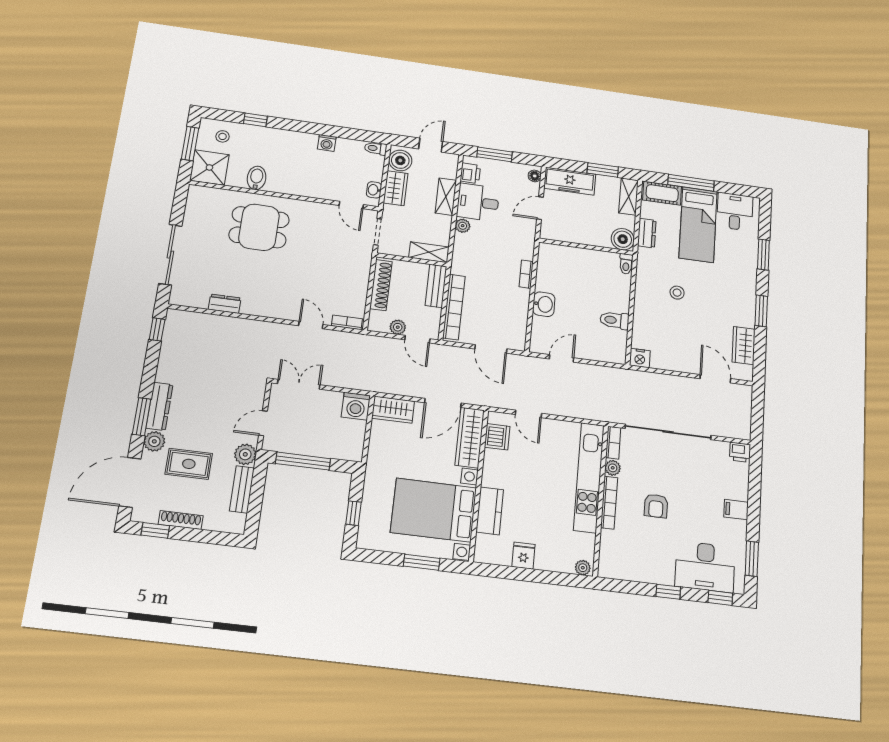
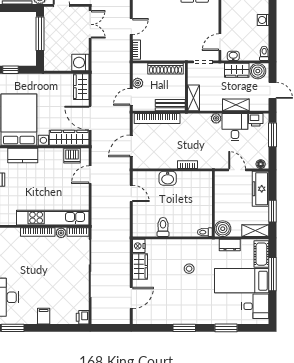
wardrobe: (744, 346) -> (140, 267), moved, turned 90
armchair: (656, 506) -> (39, 263), removed

